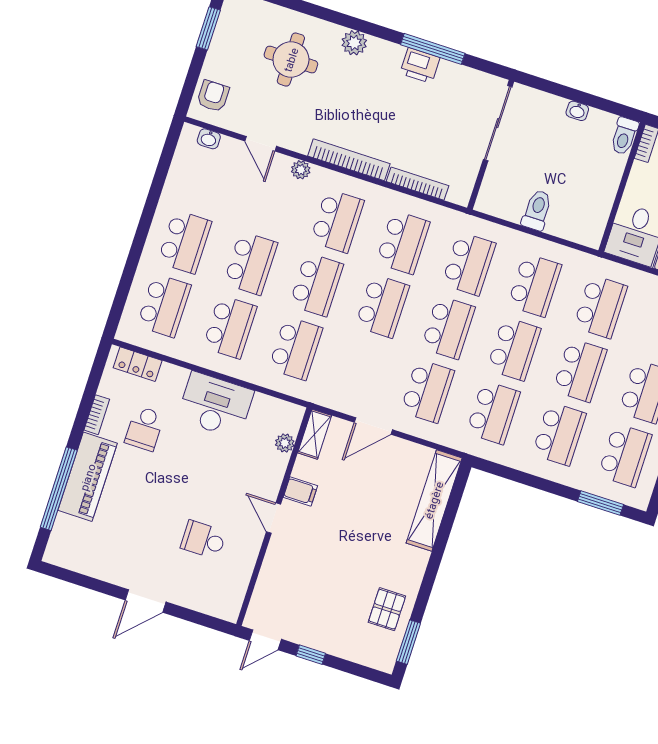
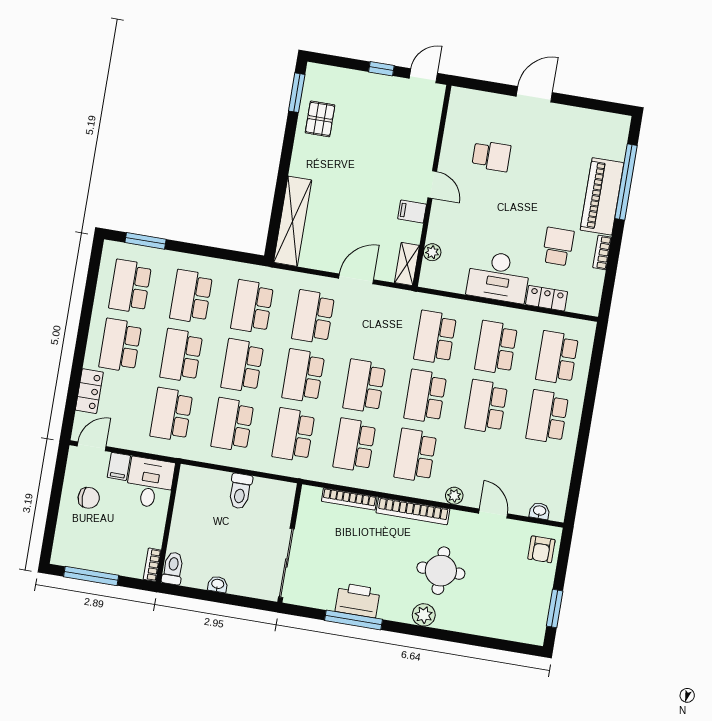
round table: (291, 60) -> (441, 571), moved
printer: (420, 65) -> (358, 600), width x1.37, depth x1.19
locker: (138, 364) -> (547, 298), moved

